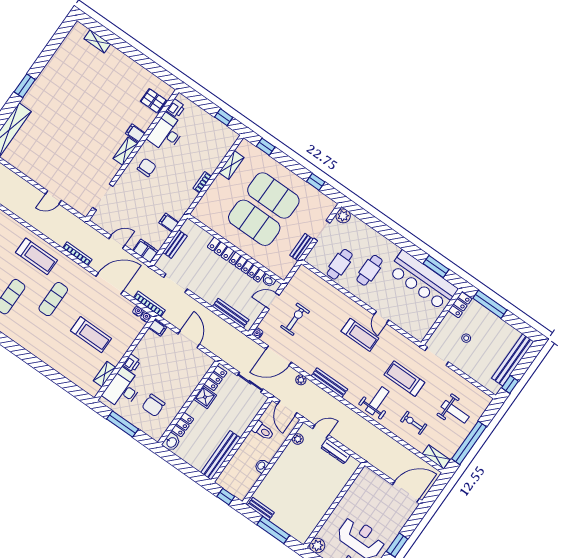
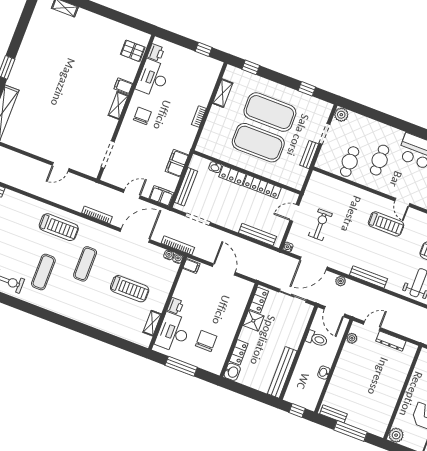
filing cabinet: (169, 223) -> (177, 163), width x2.00
bench: (175, 244) -> (186, 187), width x1.36
washbasin: (269, 281) -> (215, 167), moved
chair: (153, 405) -> (206, 341), turned 180

